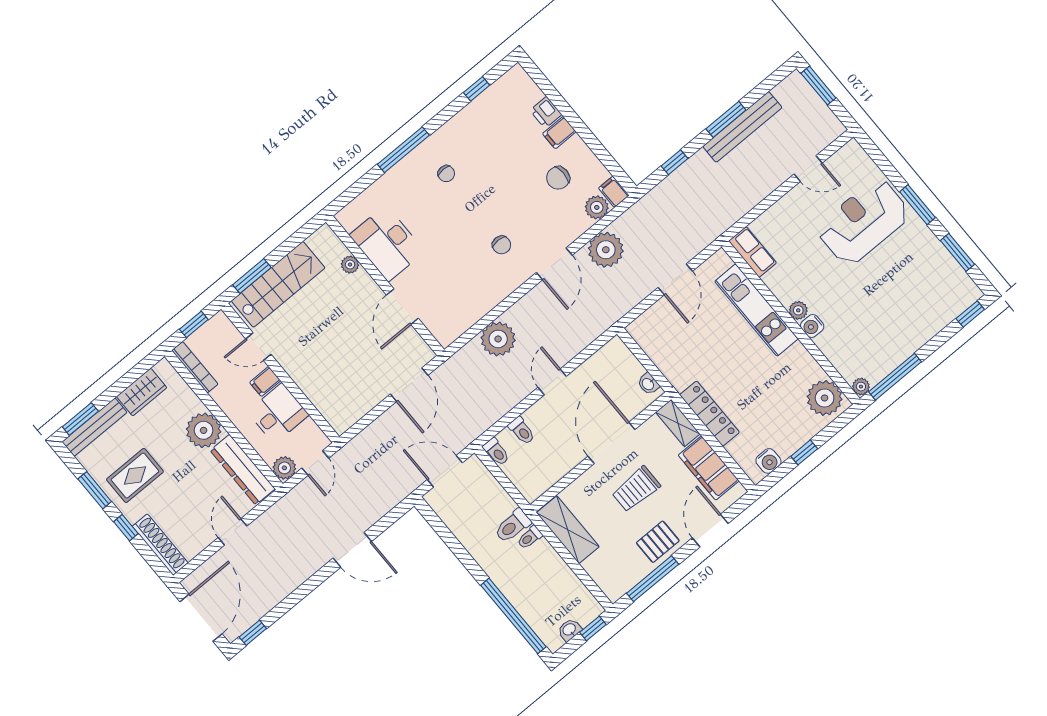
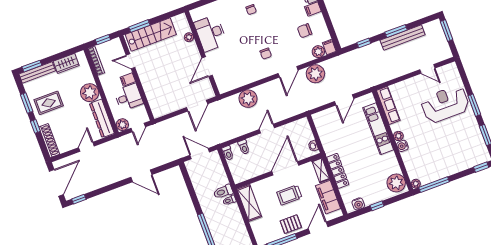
row of seats: (753, 252) -> (388, 105), width x1.48

